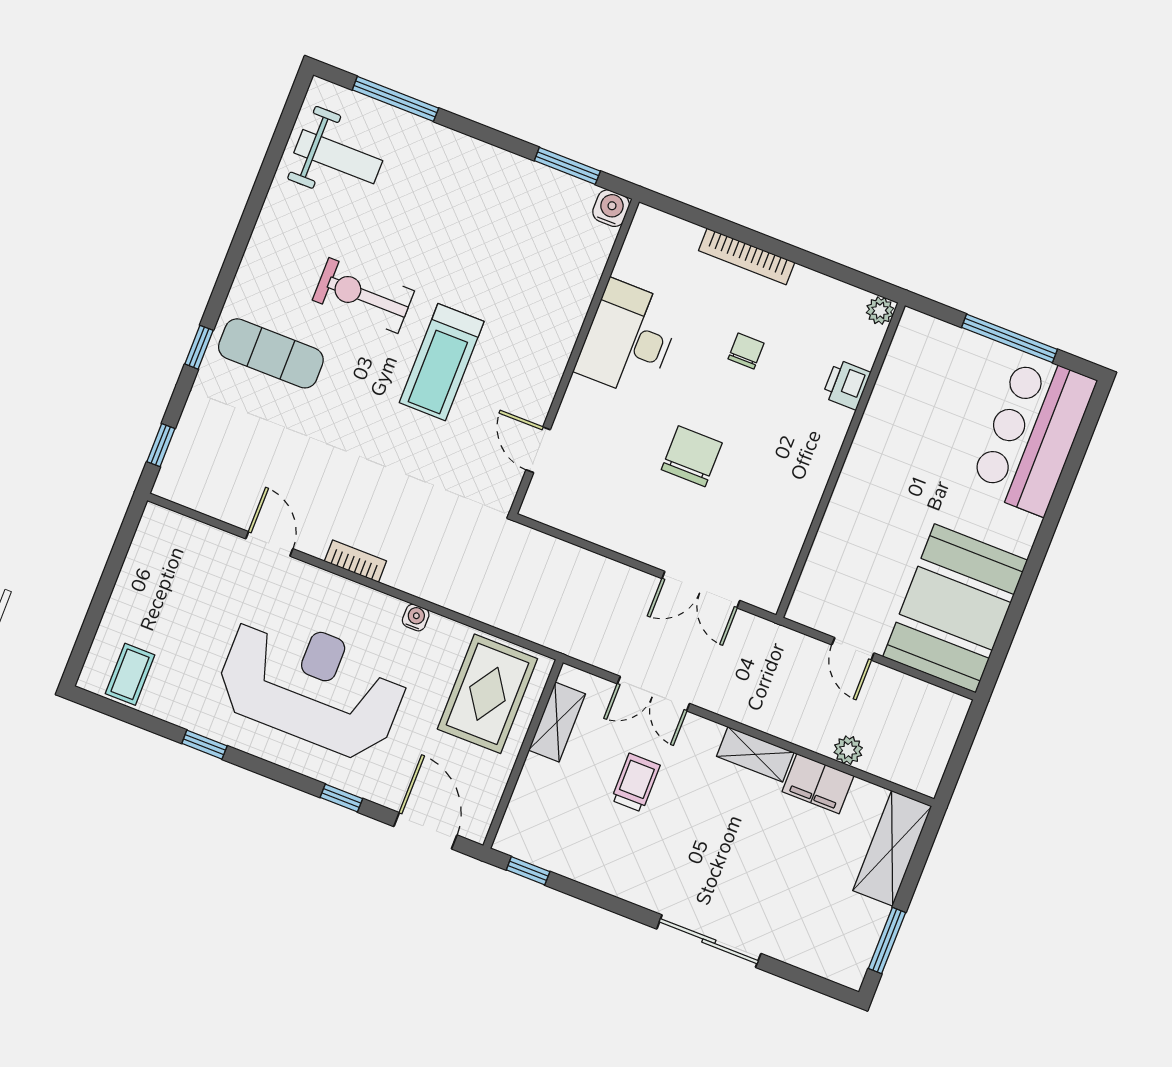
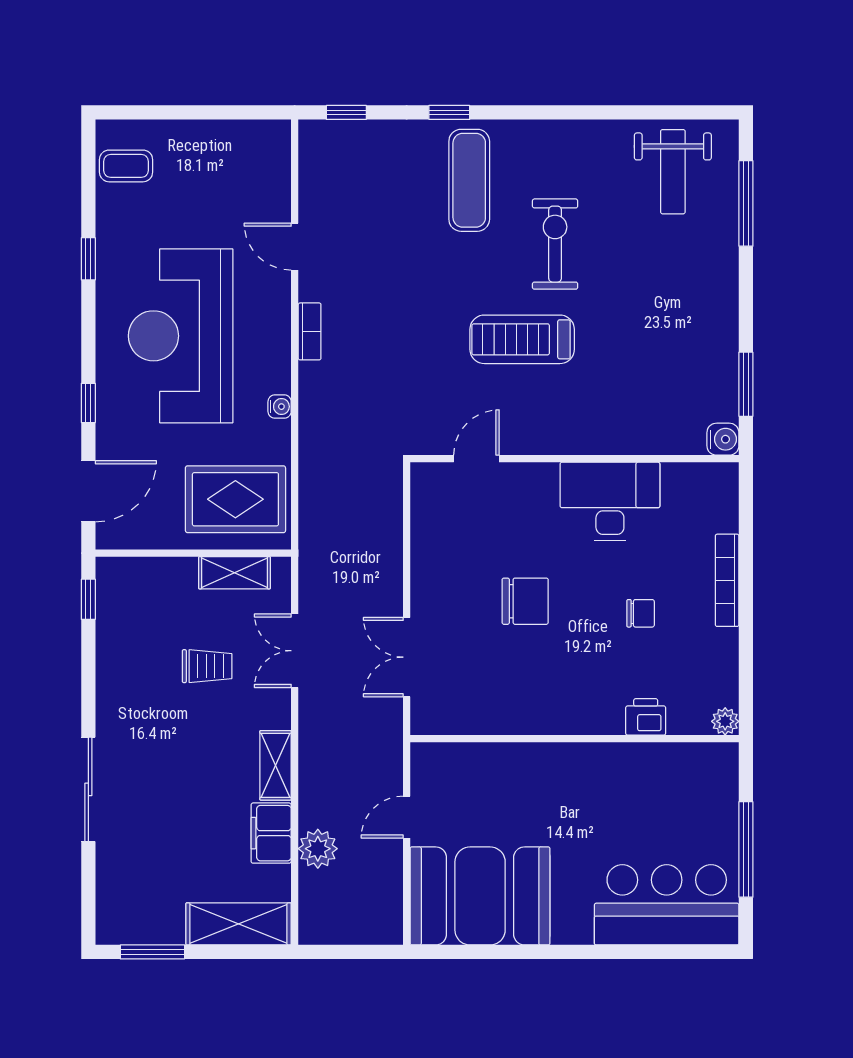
door: (269, 544) -> (295, 247), swing flipped
reception desk: (312, 685) -> (181, 336), turned 180
plant: (848, 750) -> (318, 849), width x1.38, depth x1.38

